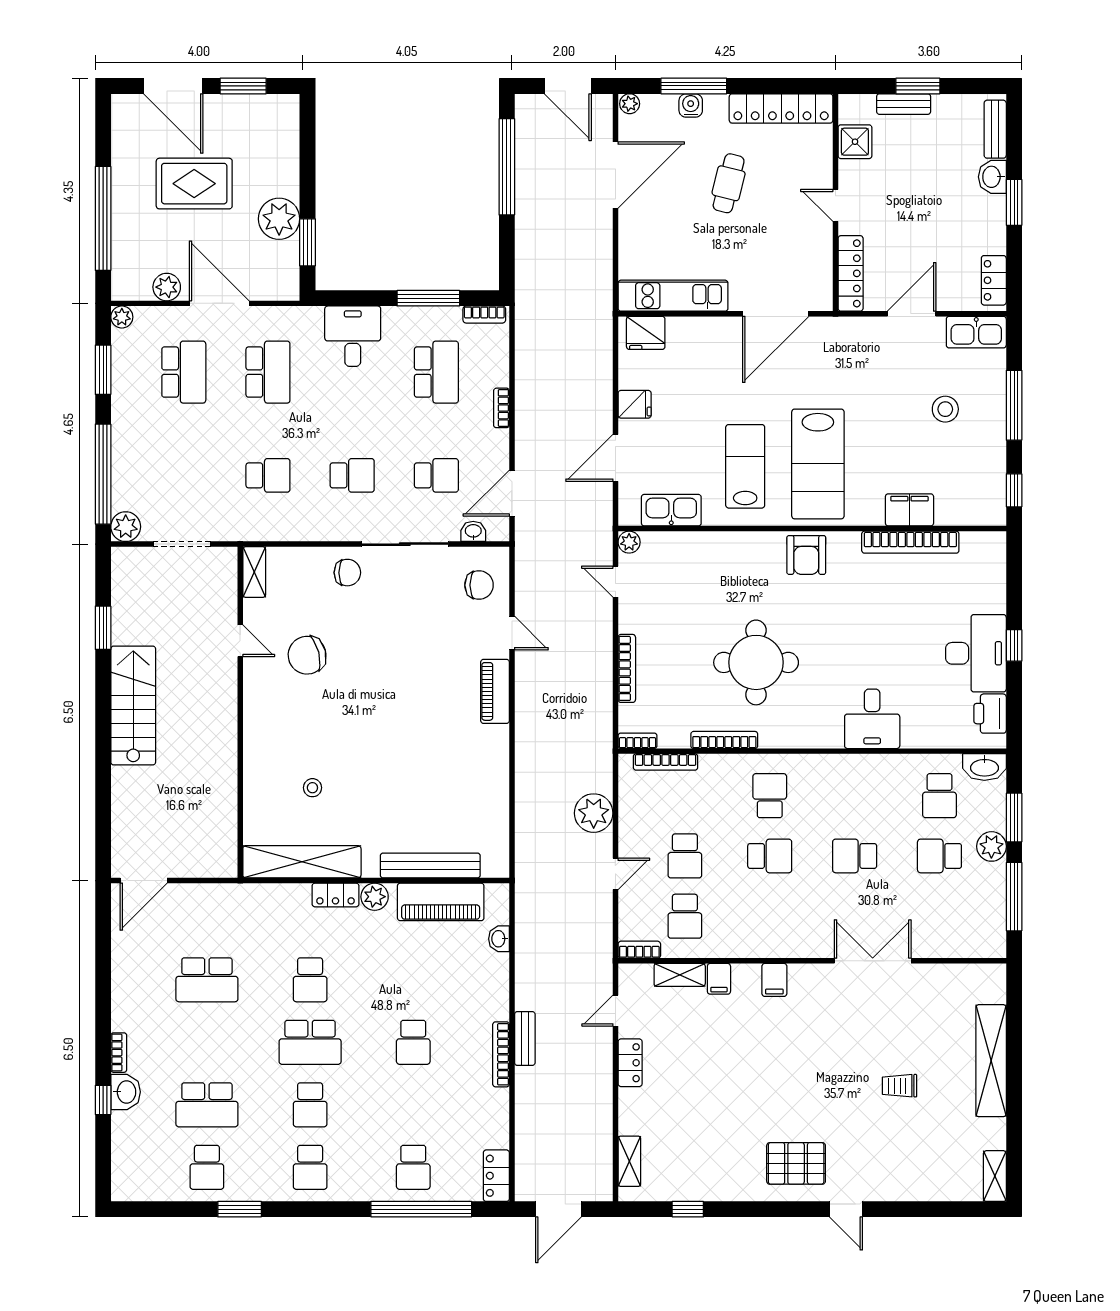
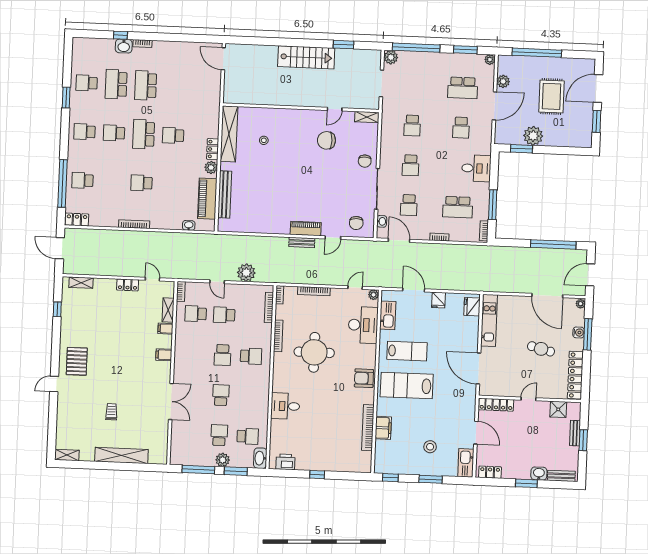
school desk: (268, 372) -> (461, 128), width x0.54
window: (1014, 405) -> (431, 479), width x0.69
desk: (976, 653) -> (363, 325), moved, turned -90
chair: (307, 655) -> (326, 140), turned -76
school desk: (939, 796) -> (248, 436), turned 180
school desk: (207, 980) -> (146, 85), moved
bench: (525, 1038) -> (302, 242), moved

